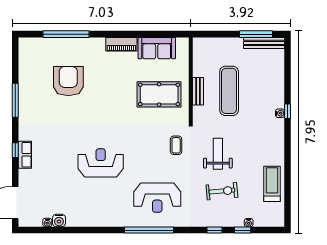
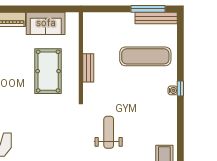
exercise mat: (229, 91) -> (145, 56), moved, turned 90
pool table: (159, 94) -> (48, 71), turned 90
coffee table: (176, 145) -> (66, 124), removed

